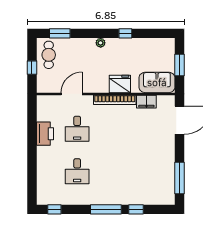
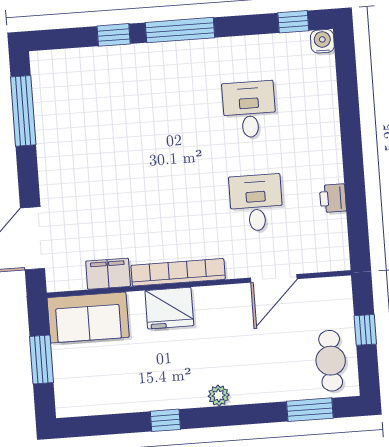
printer: (45, 134) -> (333, 198), width x0.53, depth x0.68
water cooler: (42, 200) -> (322, 41), added

